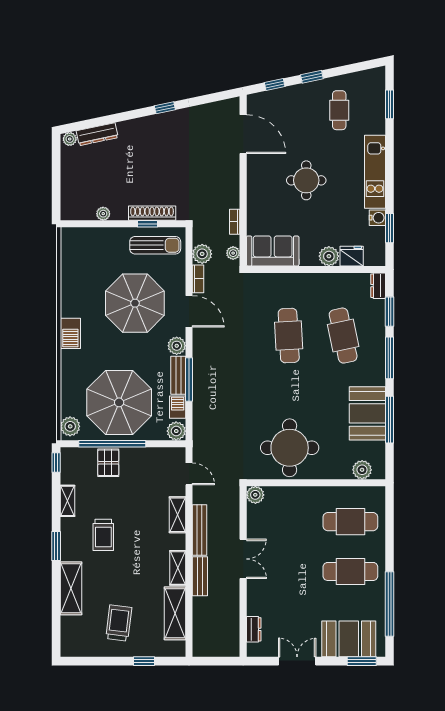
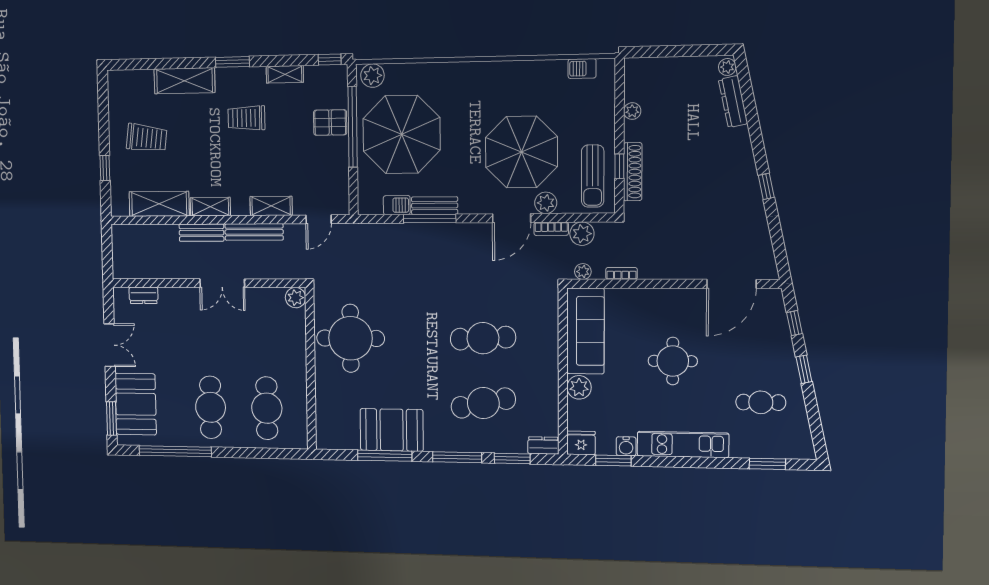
sofa: (273, 251) -> (585, 331), width x1.36
fridge: (352, 256) -> (581, 443), moved, turned -90
barbecue: (70, 333) -> (582, 69), moved, width x0.73, depth x0.79
plant: (177, 346) -> (546, 203), moved
plant: (176, 431) -> (368, 204), removed
plant: (362, 470) -> (326, 423), removed

